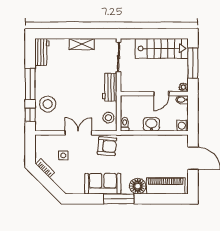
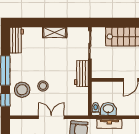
stool: (108, 118) -> (43, 86), moved
washbasin: (151, 124) -> (108, 109), moved
tv unit: (139, 140) -> (109, 124), added

